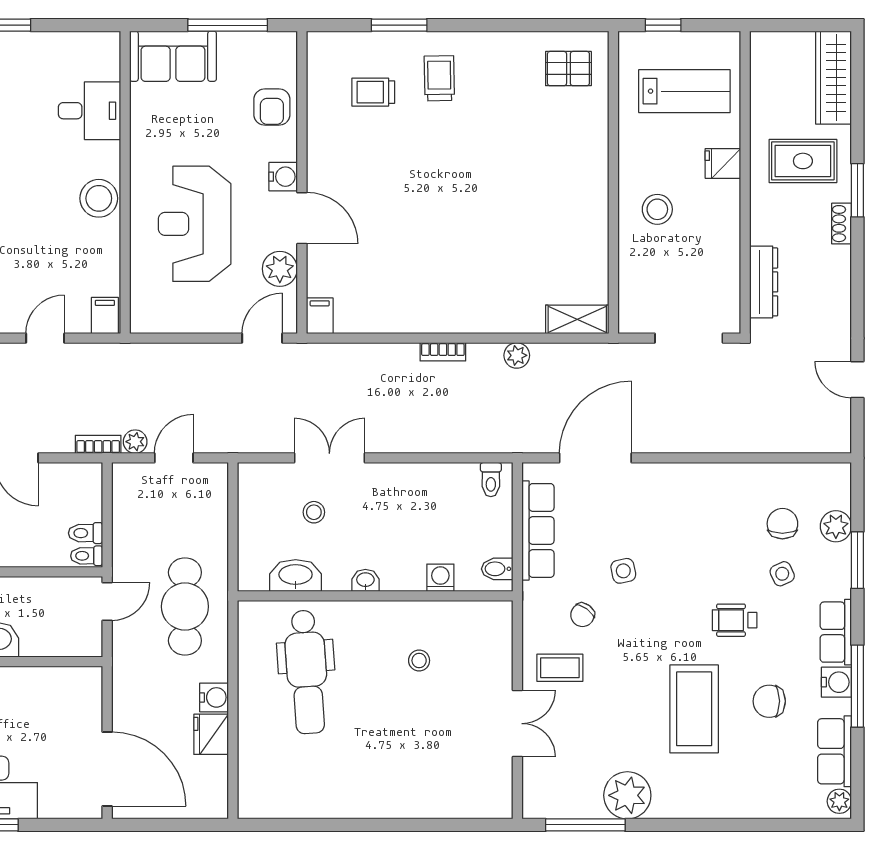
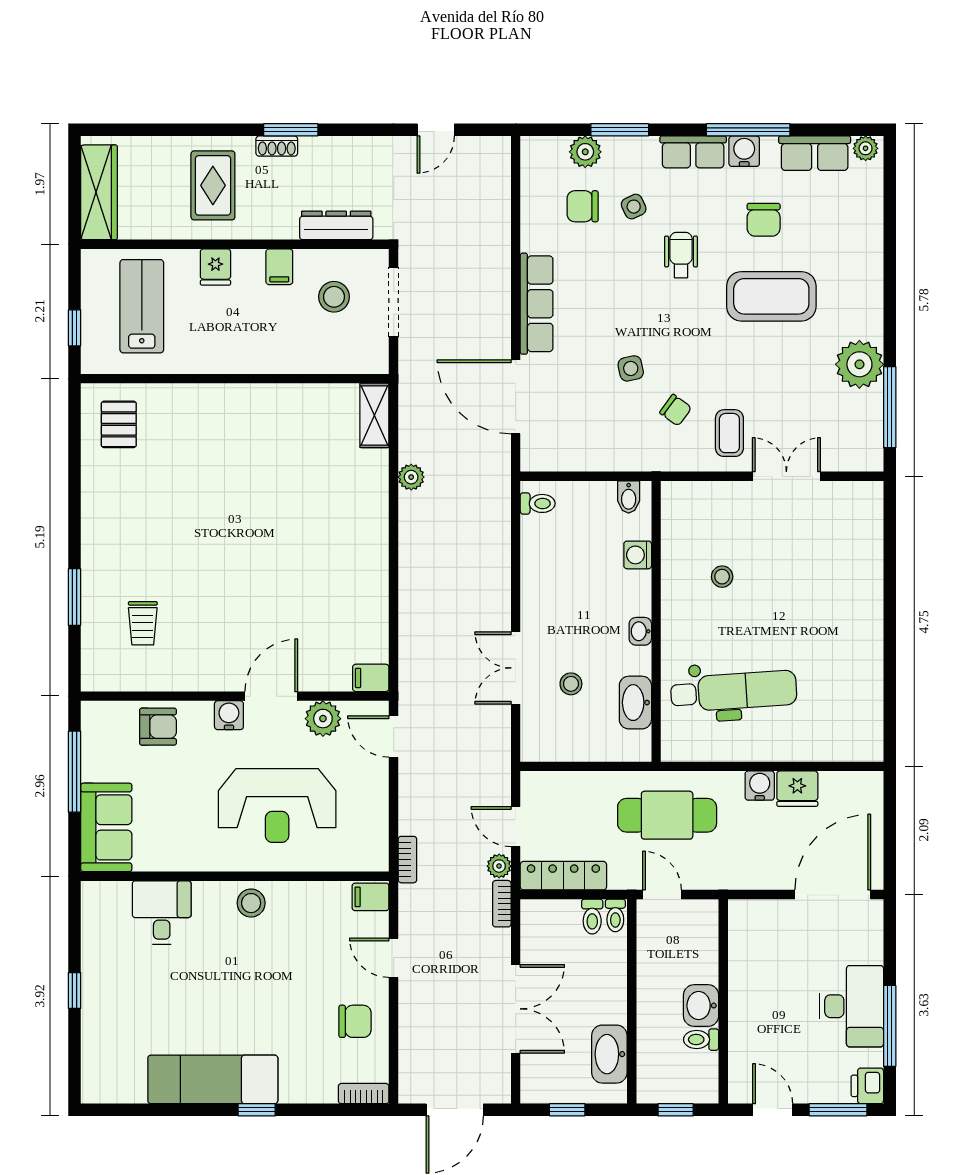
trolley: (439, 78) -> (129, 556), removed
wardrobe: (833, 78) -> (99, 192), moved, turned -90
window: (857, 190) -> (291, 130), moved
stool: (99, 198) -> (251, 903), width x0.73, depth x0.73
stool: (657, 209) -> (334, 297), moved
filing cabinet: (723, 226) -> (279, 267), added
bookcase: (443, 352) -> (407, 860), moved
locker: (126, 505) -> (563, 876), added
row of seats: (538, 530) -> (537, 304), moved, turned 90
wheelchair: (735, 620) -> (681, 255), turned 180

